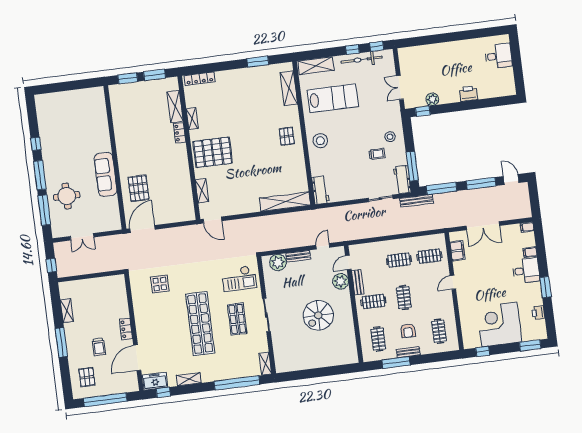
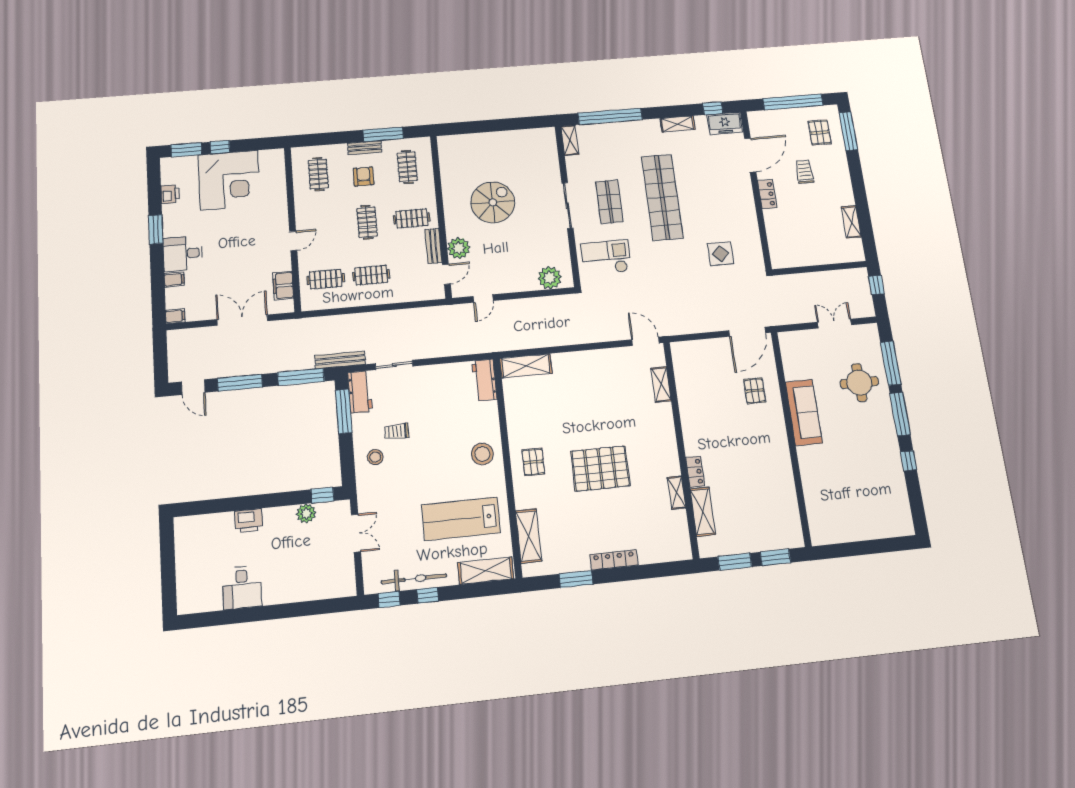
desk: (498, 56) -> (242, 587), moved, turned -90
locker: (200, 79) -> (614, 560), moved
pallet: (213, 152) -> (600, 468), moved
pallet: (139, 188) -> (755, 391), width x0.67, depth x0.71
shelving: (285, 202) -> (526, 366), width x0.68
bench: (298, 256) -> (520, 286), removed
window: (61, 342) -> (848, 131), moved
window: (483, 351) -> (220, 147), moved

